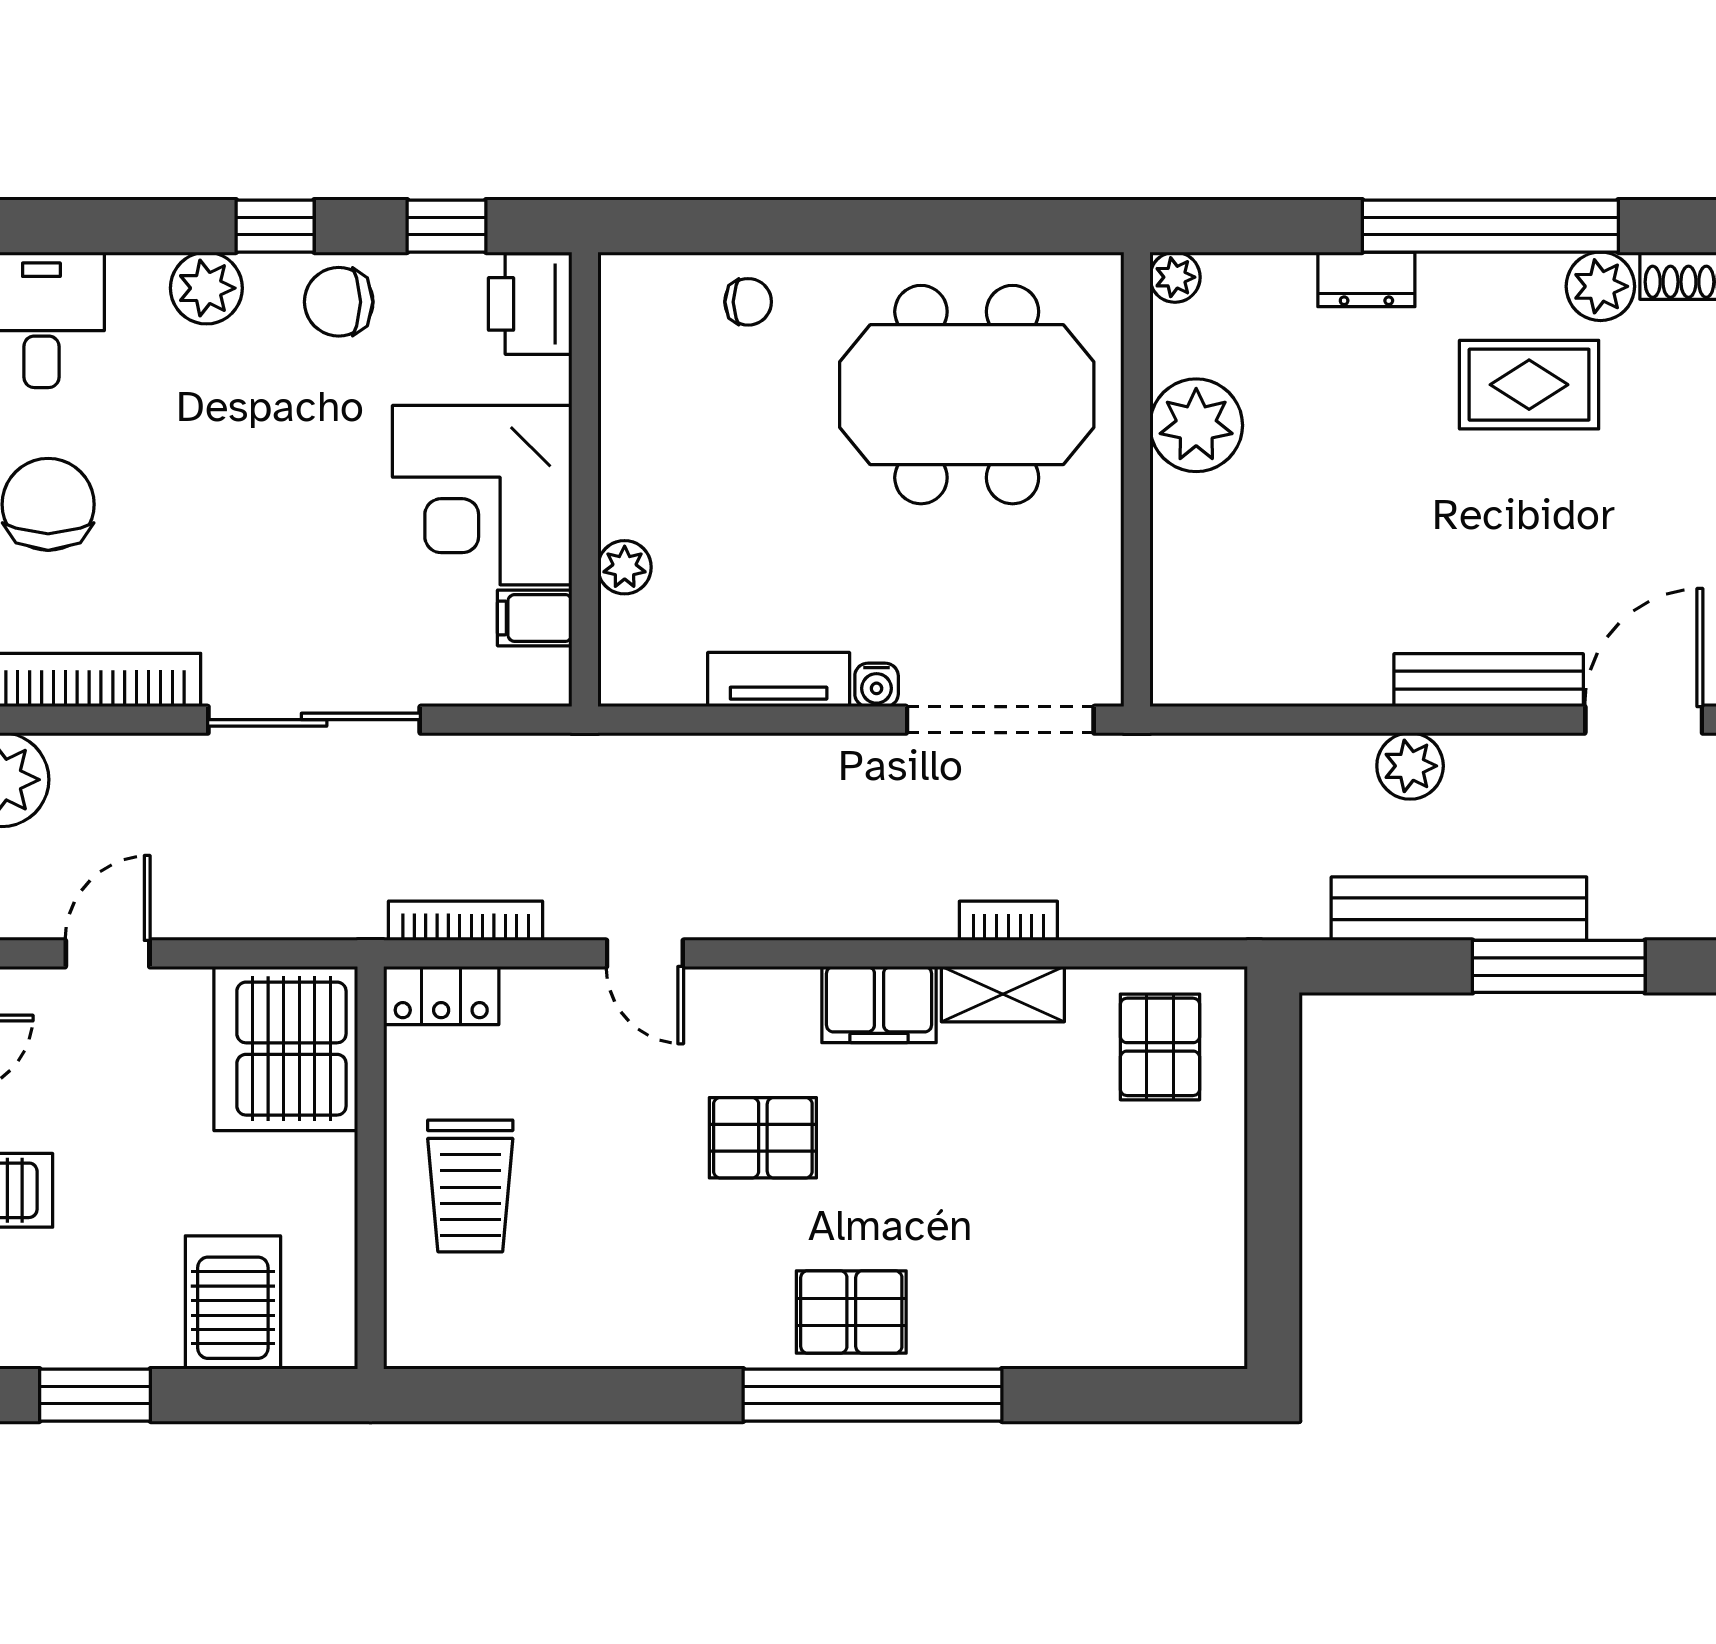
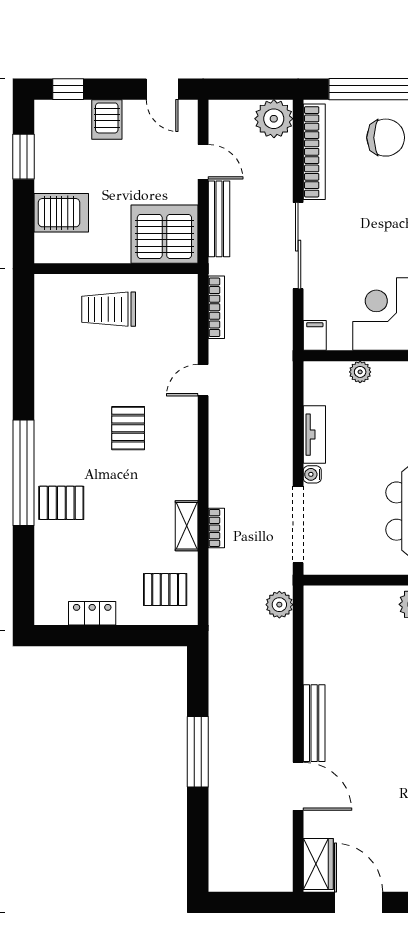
filing cabinet: (535, 618) -> (315, 335), moved
plant: (1410, 766) -> (279, 605), moved
bench: (1459, 909) -> (219, 219), moved, width x0.73, depth x0.82
locker: (441, 996) -> (92, 613), moved, turned 90
filing cabinet: (879, 1005) -> (182, 475), removed
pallet: (851, 1312) -> (61, 503), moved, turned 90

